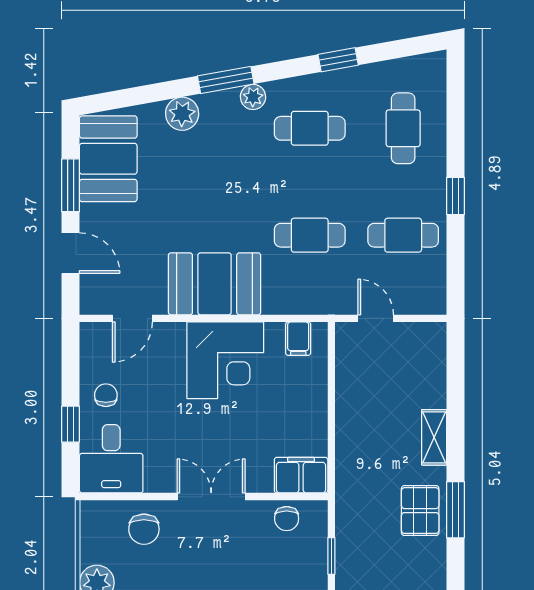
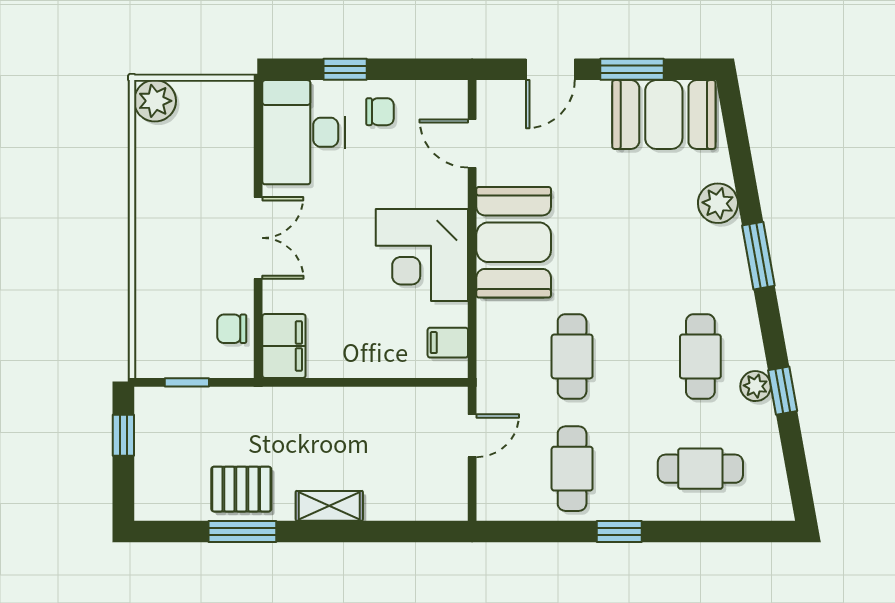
plant: (253, 97) -> (756, 386), moved
desk: (111, 459) -> (304, 132), width x1.37
chair: (144, 529) -> (219, 157), removed

